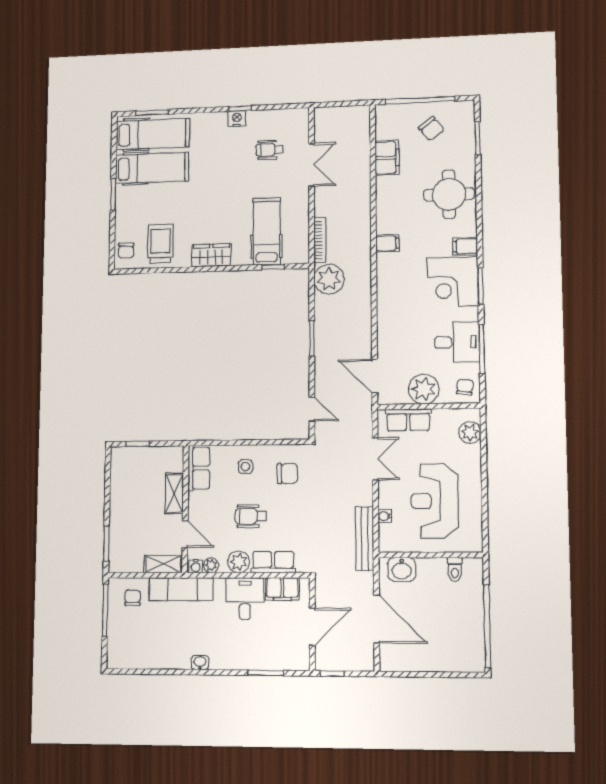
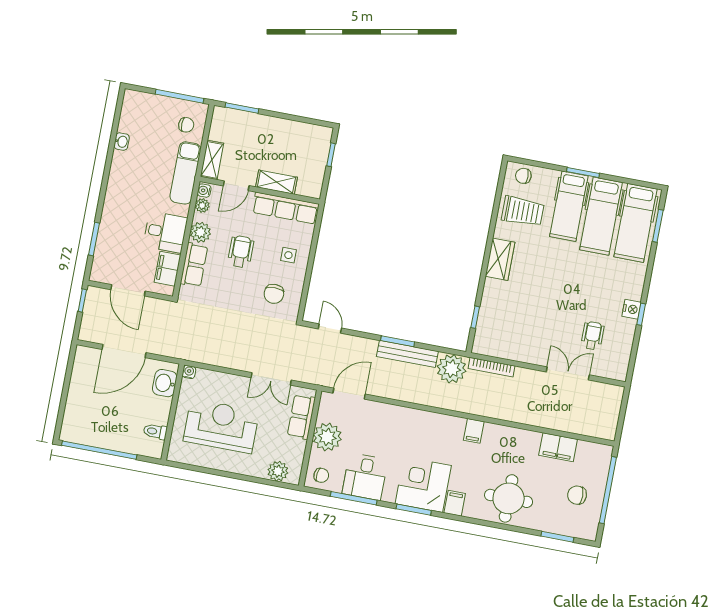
chair: (431, 129) -> (577, 495), turned 38
double door: (312, 165) -> (568, 373), swing flipped
hospital bed: (267, 231) -> (569, 206), moved, turned 90
door: (312, 409) -> (330, 328), swing flipped
row of seats: (199, 468) -> (286, 208), width x1.48
water cooler: (385, 516) -> (189, 372), moved
bench: (365, 539) -> (407, 354), moved
washbasin: (200, 662) -> (122, 142), moved

